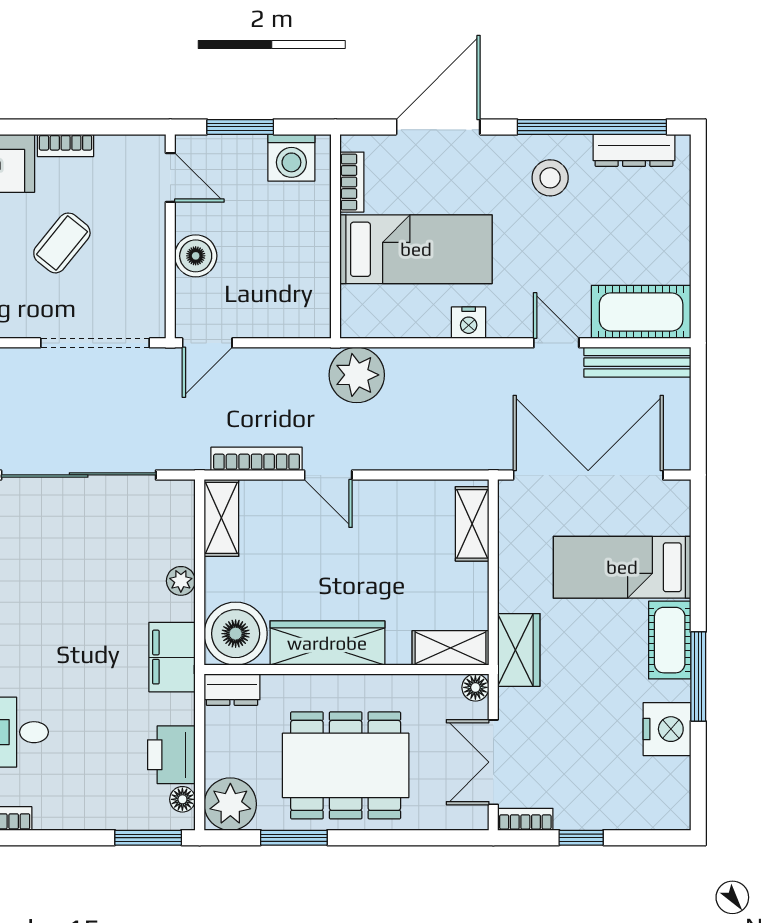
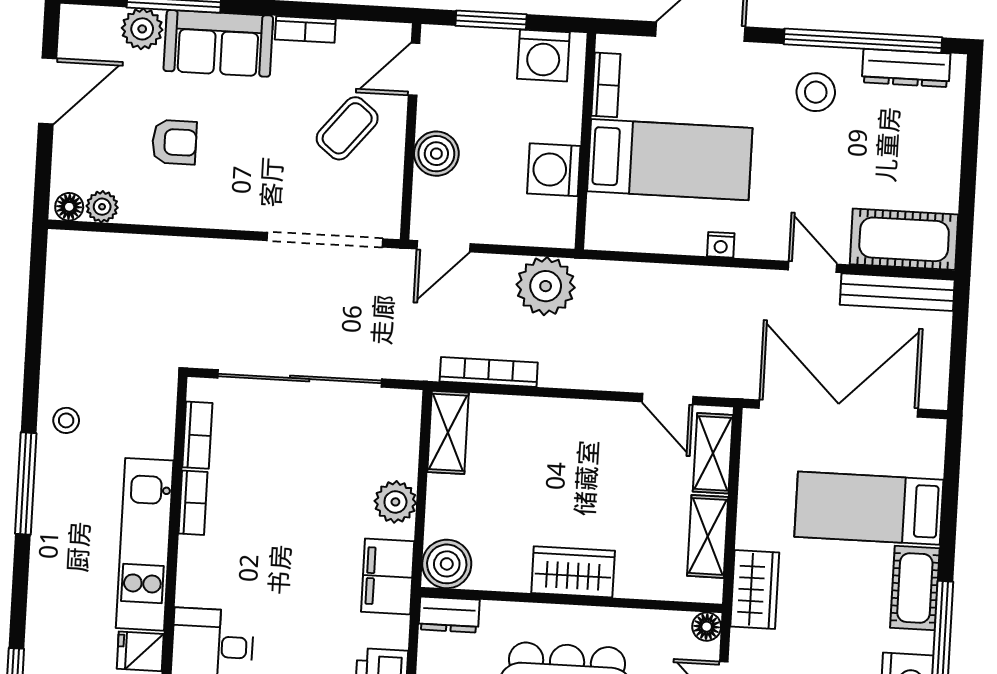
door: (170, 178) -> (414, 69), swing flipped
coffee table: (62, 243) -> (347, 128), moved
washing machine: (307, 265) -> (554, 170), added
nightstand: (469, 323) -> (721, 245), width x0.72, depth x0.74
plant: (357, 375) -> (546, 286), moved
door: (328, 475) -> (667, 399), moved
plant: (181, 581) -> (395, 502), width x1.38, depth x1.38
boiler: (236, 634) -> (447, 564), width x0.73, depth x0.73
wardrobe: (327, 643) -> (573, 572), width x0.67
shelving: (451, 648) -> (708, 536), moved, turned 90

